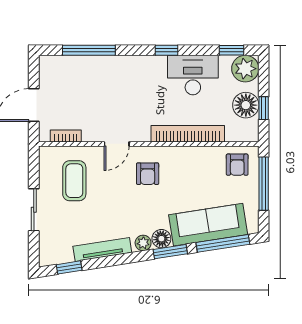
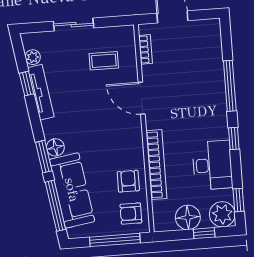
window: (89, 50) -> (230, 86), moved
window: (264, 108) -> (204, 233), moved
door: (117, 144) -> (142, 98), width x1.38
armchair: (148, 174) -> (128, 181), moved, turned 90
coffee table: (74, 181) -> (104, 61), width x0.73, depth x0.77
plant: (143, 243) -> (33, 57), moved
window: (69, 267) -> (27, 84), moved

